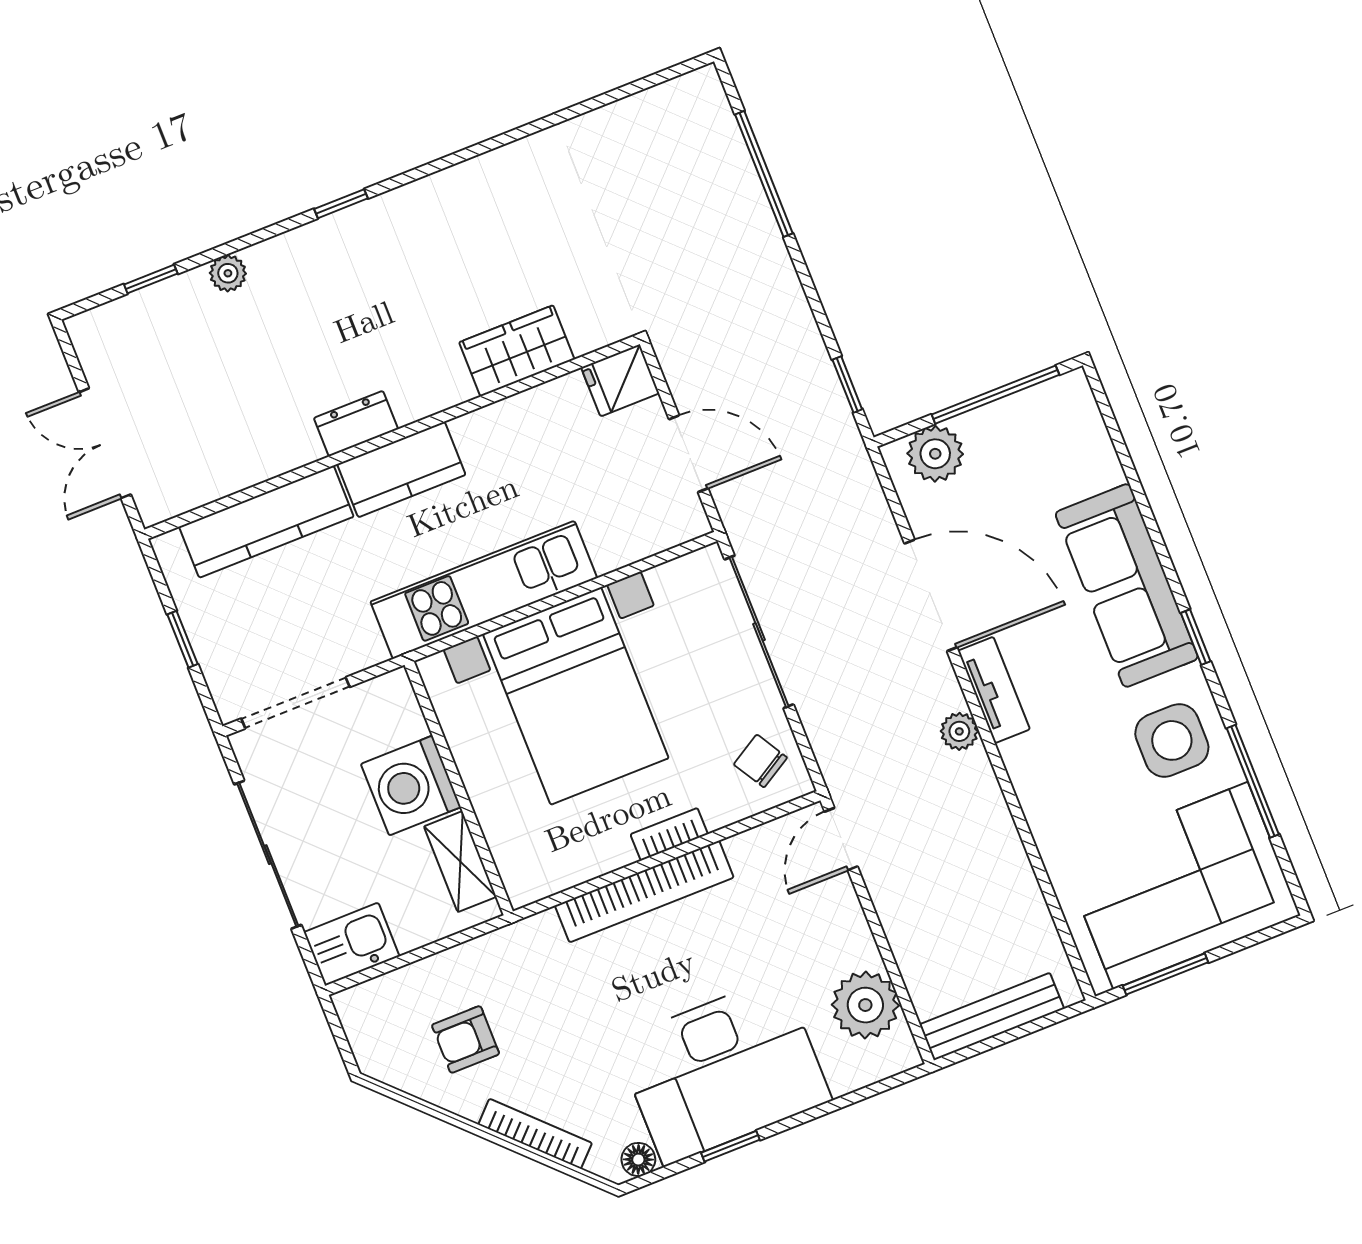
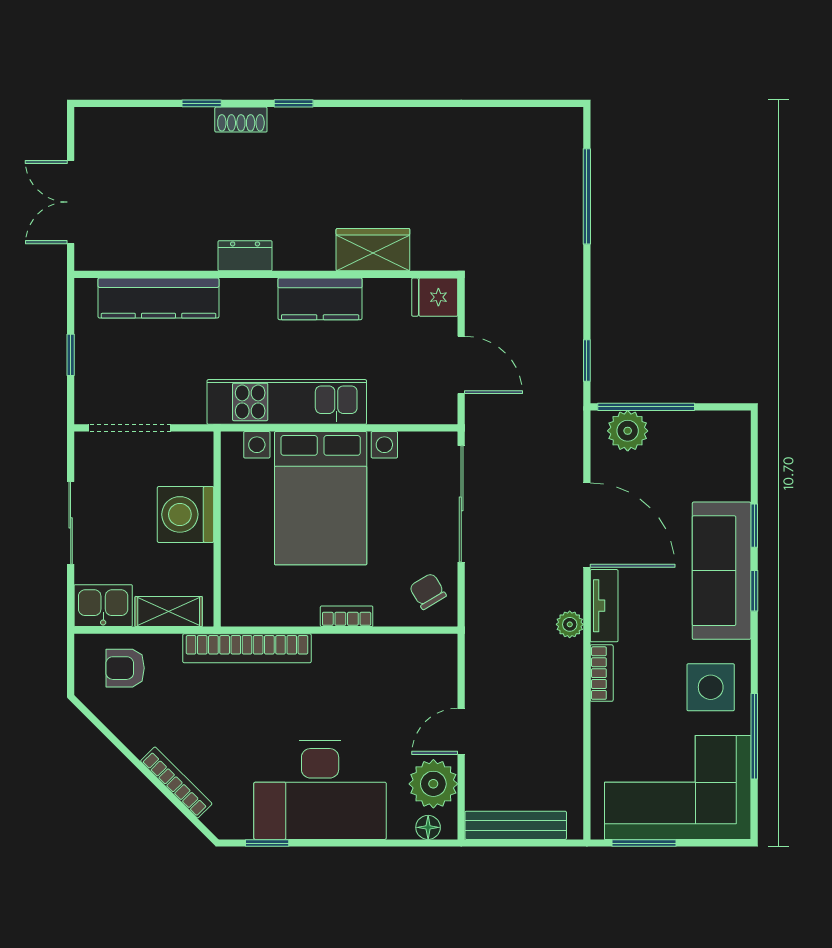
shoe rack: (282, 251) -> (241, 120), added
plant: (228, 273) -> (199, 120), removed
window: (151, 279) -> (202, 103), moved
window: (995, 395) -> (646, 407), moved
kitchen counter: (401, 469) -> (320, 299), moved
window: (1146, 511) -> (754, 526), added
window: (1196, 637) -> (754, 591), moved
bookcase: (1025, 778) -> (602, 673), added
door: (841, 839) -> (461, 731), moved
sliding door: (268, 855) -> (71, 523), width x0.73
shelving: (460, 862) -> (169, 612), moved, turned 90
bookcase: (644, 892) -> (247, 648), moved
armchair: (466, 1039) -> (125, 668), moved
window: (730, 1146) -> (267, 843), moved
floor lamp: (638, 1160) -> (428, 827), moved

